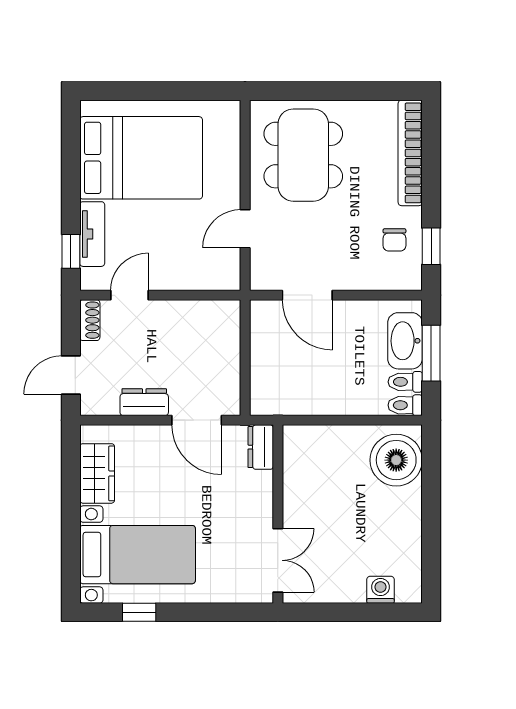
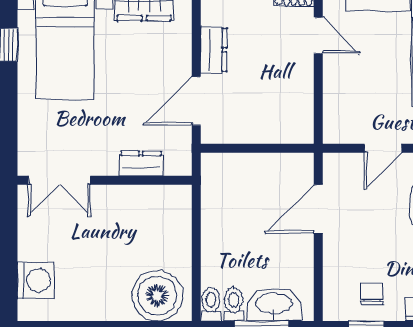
door: (245, 229) -> (383, 148), swing flipped
chair: (394, 240) -> (372, 294), turned 90
dresser: (261, 447) -> (141, 164), moved
washing machine: (381, 590) -> (36, 280), width x1.38, depth x1.38

